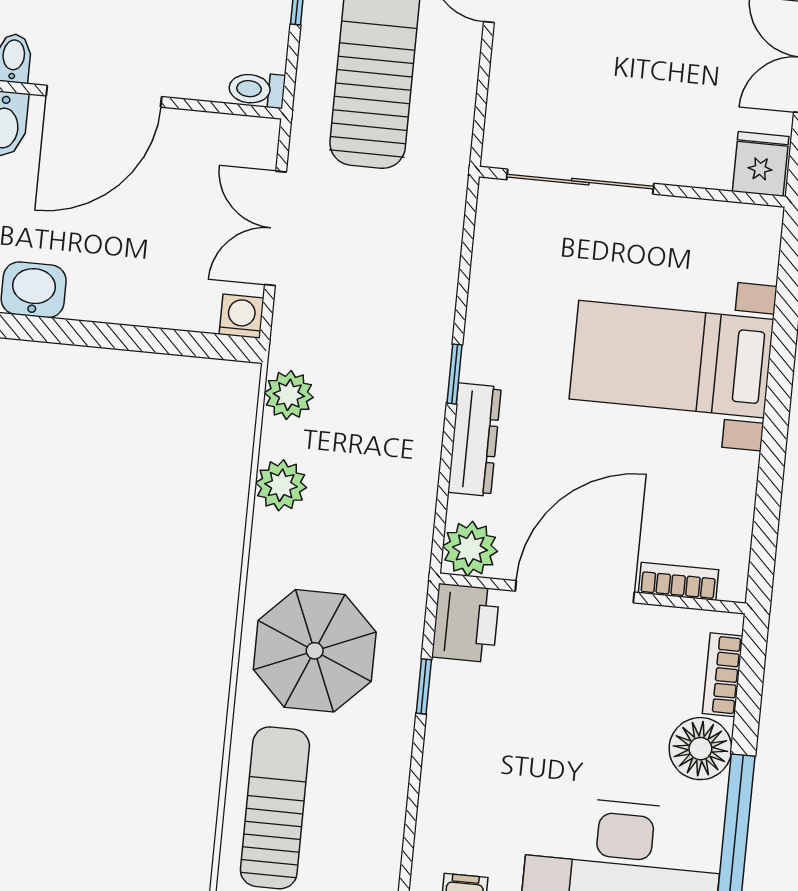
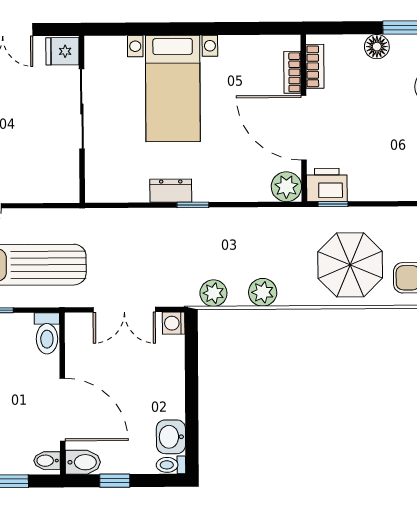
toilet: (257, 89) -> (47, 333), width x1.37, depth x1.39
sliding door: (580, 182) -> (82, 109), moved
dresser: (474, 440) -> (171, 191), moved, width x0.70
bookcase: (723, 675) -> (315, 66), moved, turned -90
window: (424, 686) -> (333, 204), moved
floor lamp: (700, 749) -> (377, 47), width x0.73, depth x0.73

